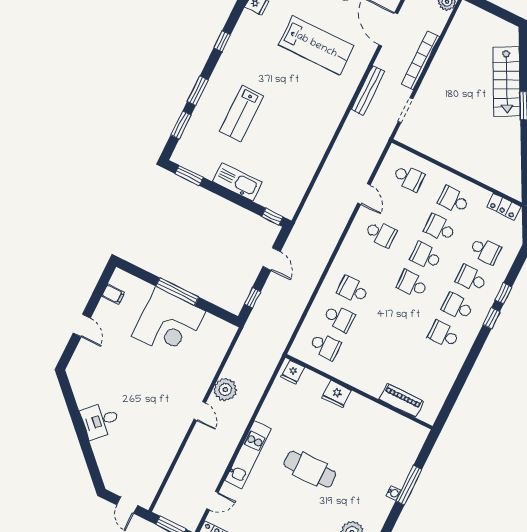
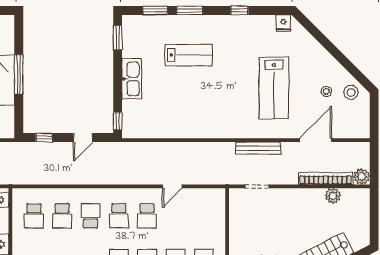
plant: (452, 39) -> (333, 196), added
bookcase: (420, 60) -> (326, 179), moved
lab bench: (242, 114) -> (189, 55), turned 180
school desk: (408, 178) -> (119, 216), moved

